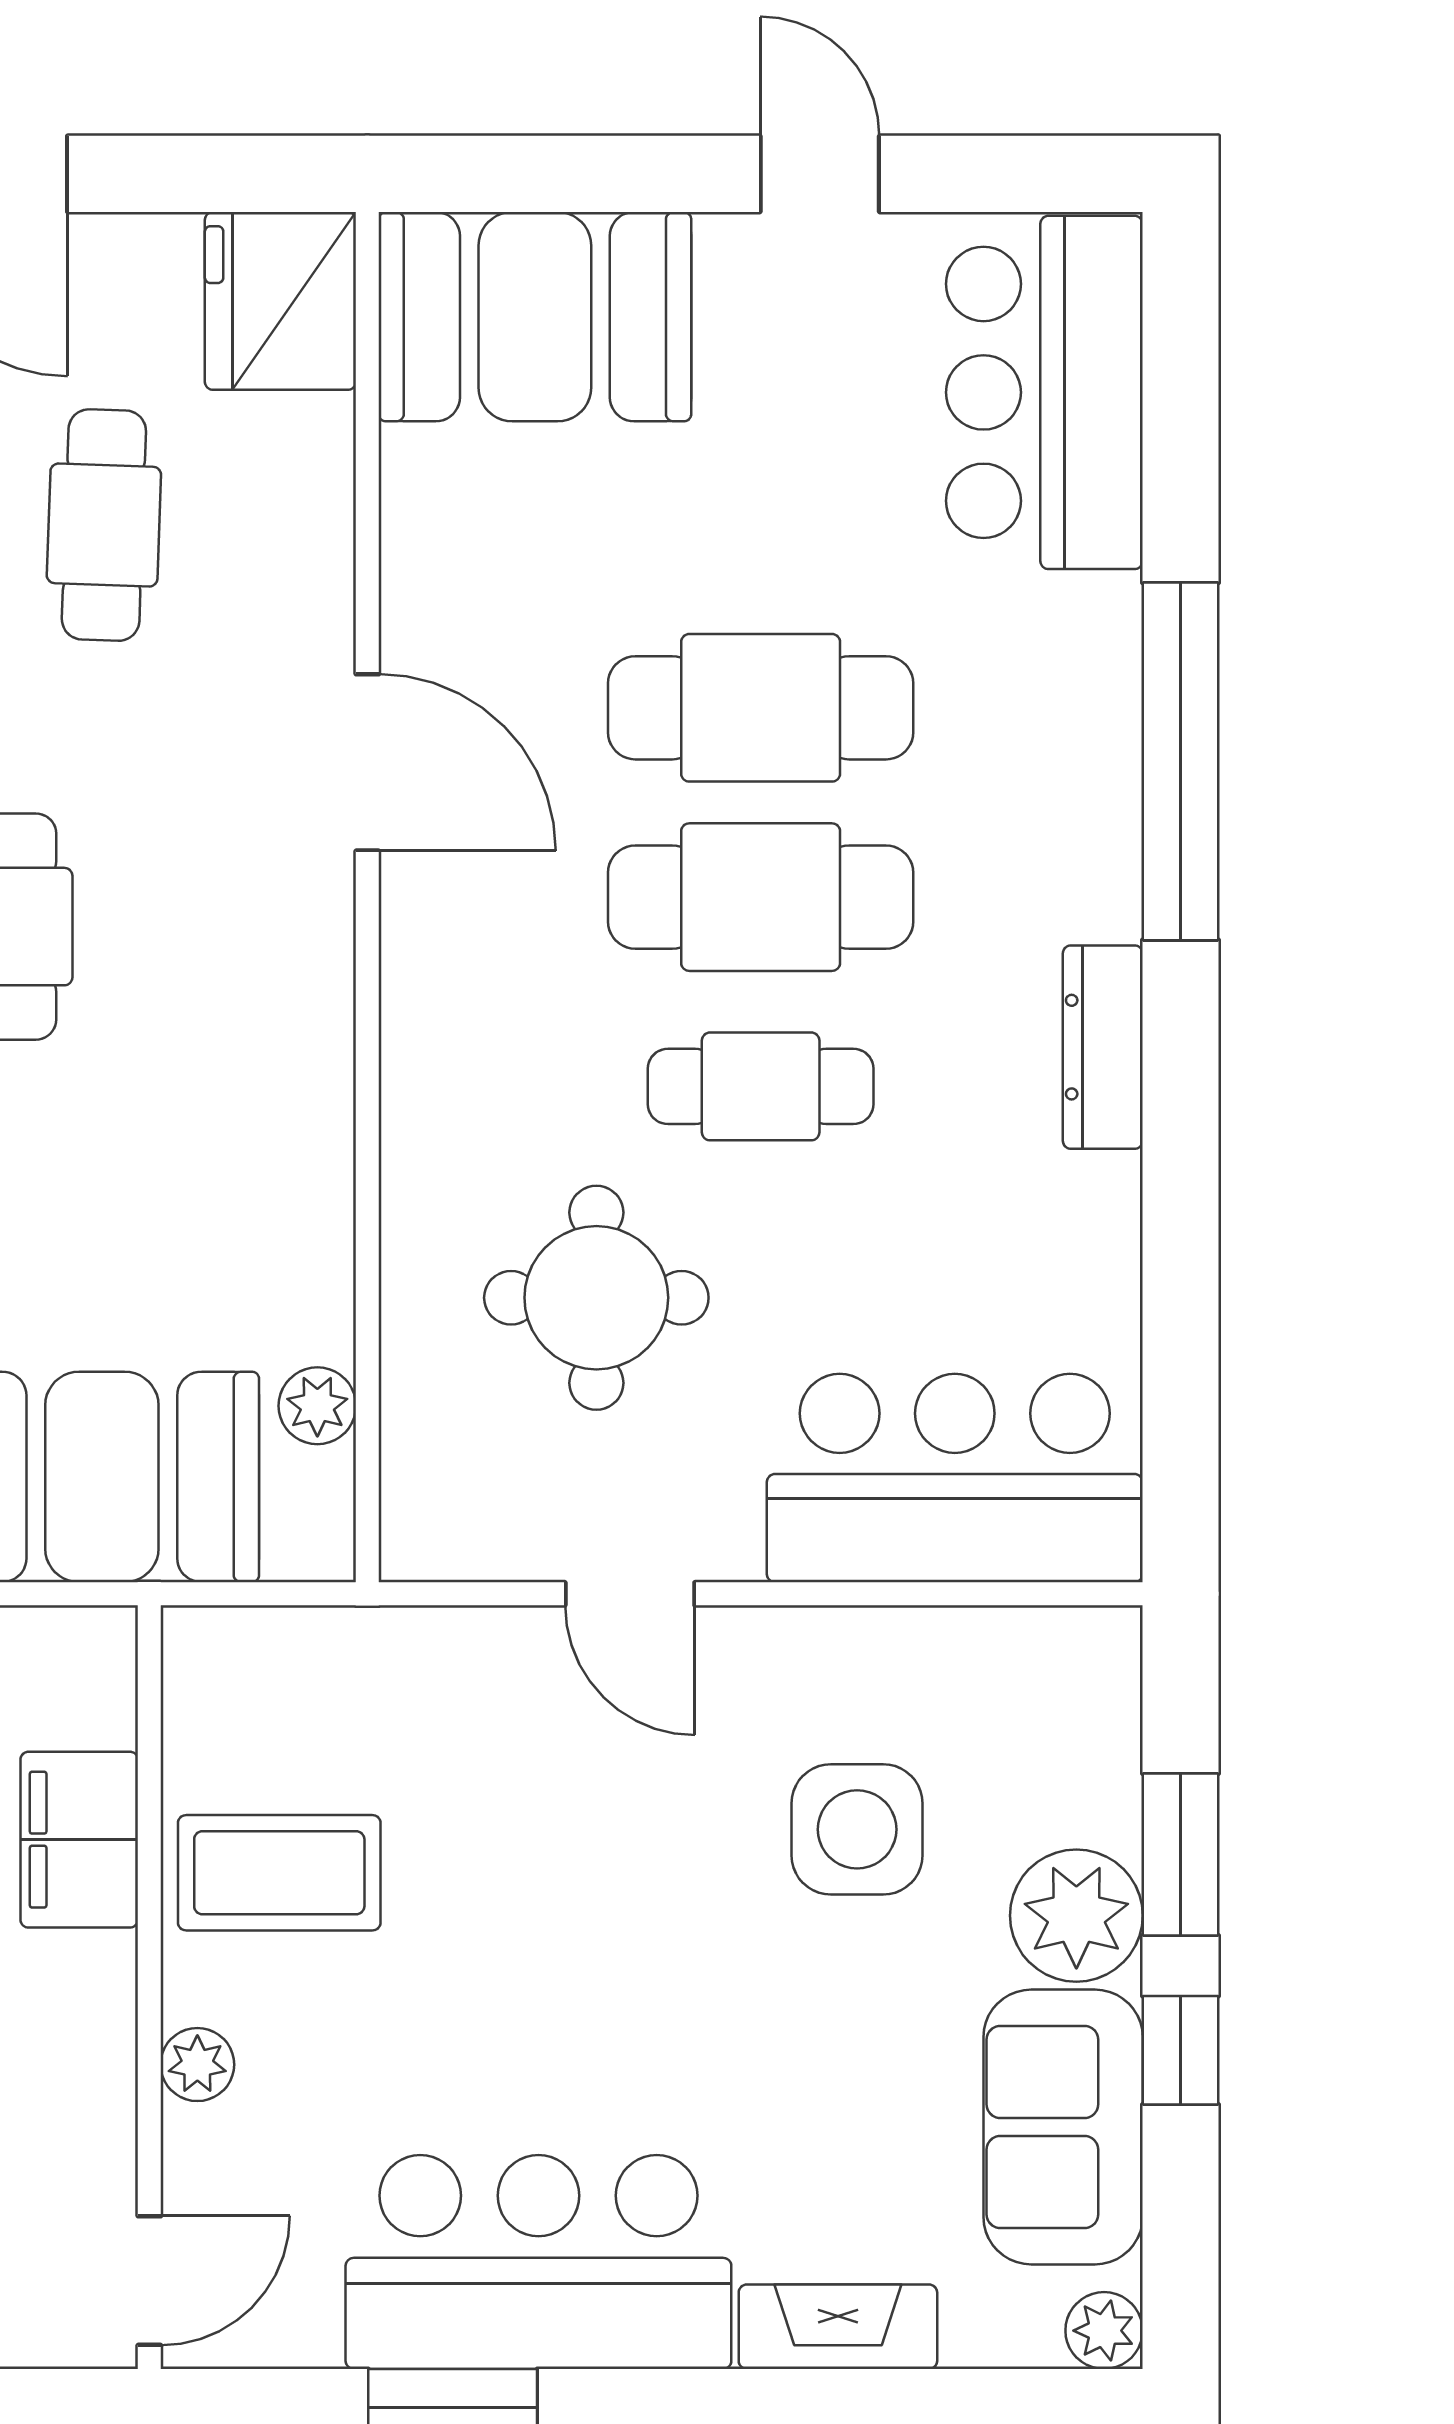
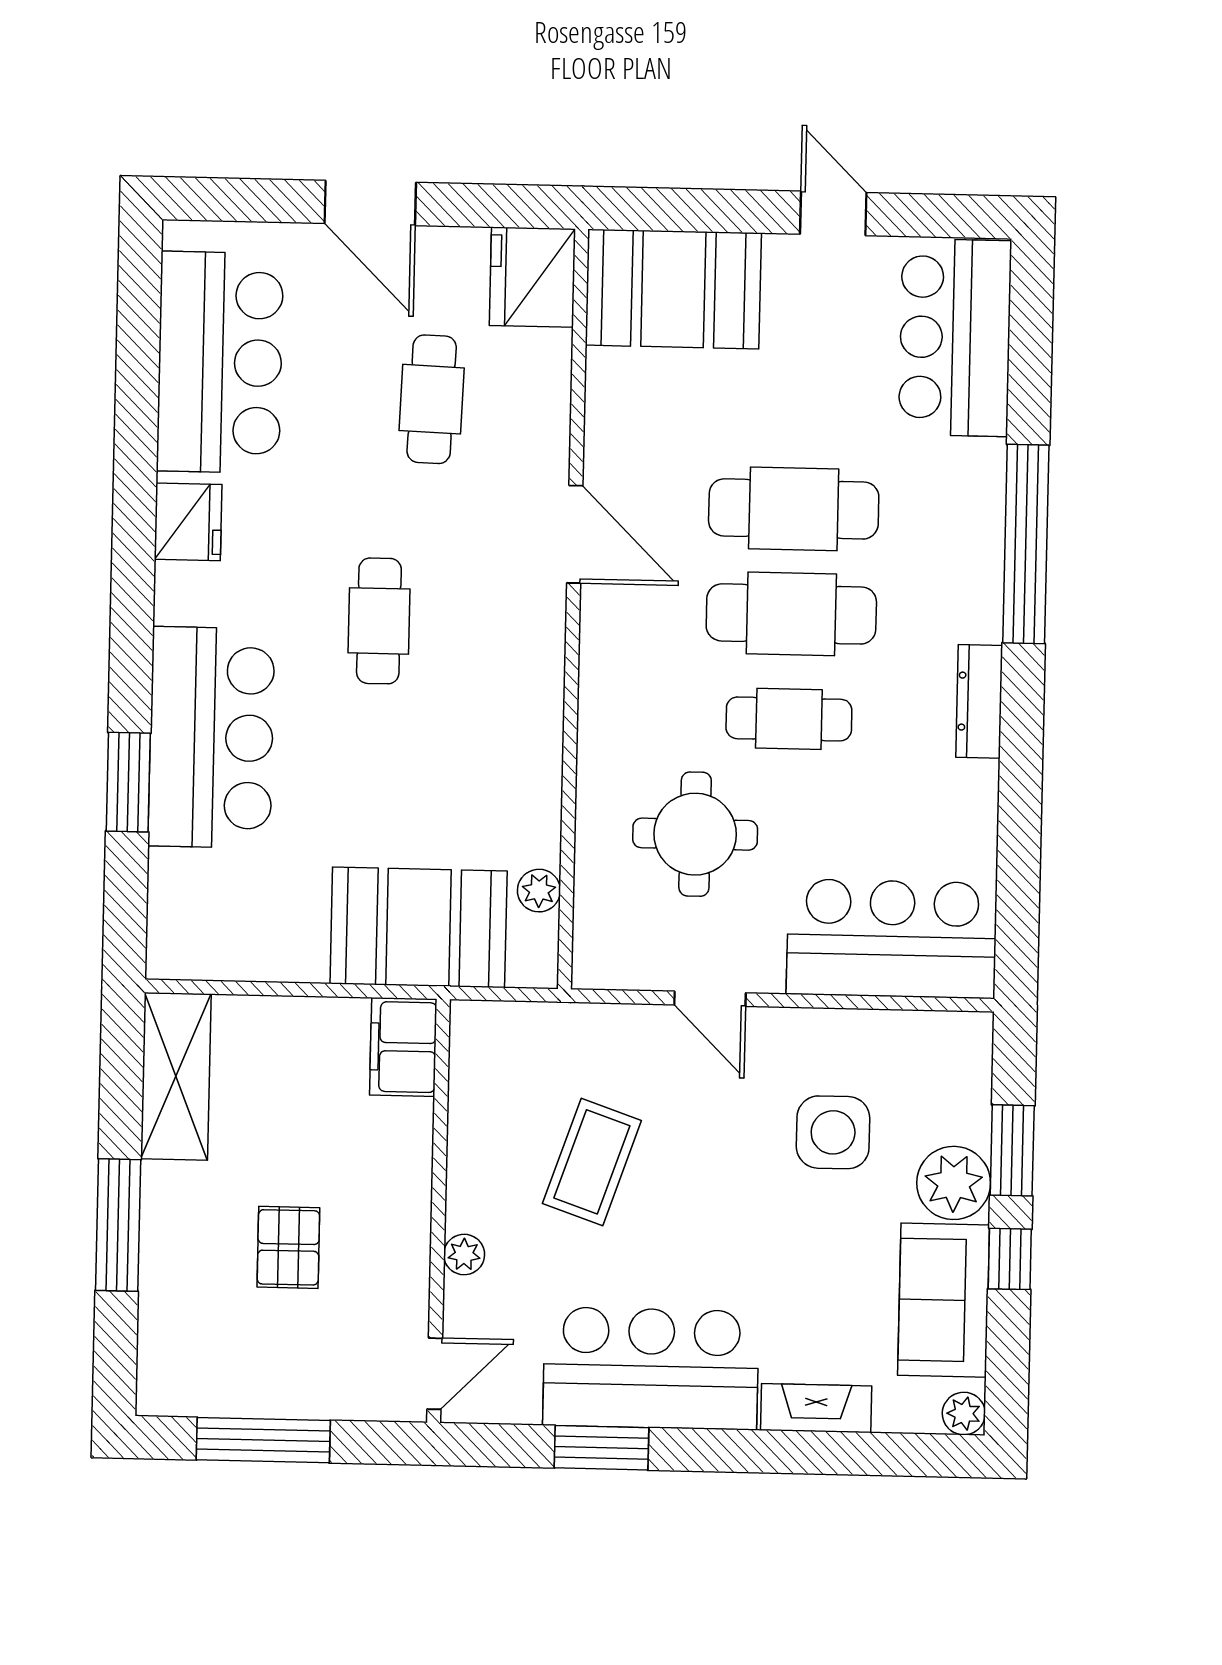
filing cabinet: (79, 1840) -> (403, 1047), moved
coffee table: (279, 1873) -> (592, 1162), moved, turned -71

